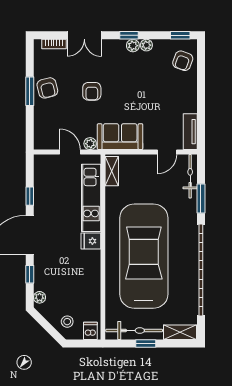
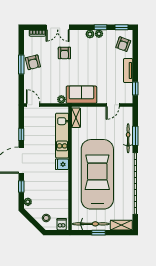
window: (129, 35) -> (101, 27), moved
armchair: (92, 91) -> (64, 53), moved
window: (201, 127) -> (135, 88), added
tv unit: (190, 132) -> (128, 71), moved
door: (70, 152) -> (33, 105), moved
bicycle: (190, 176) -> (128, 138), moved

